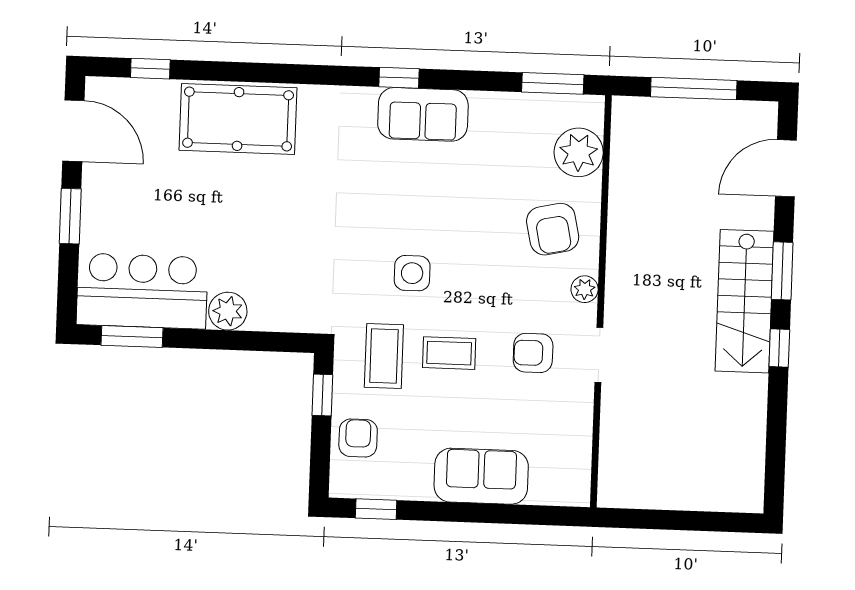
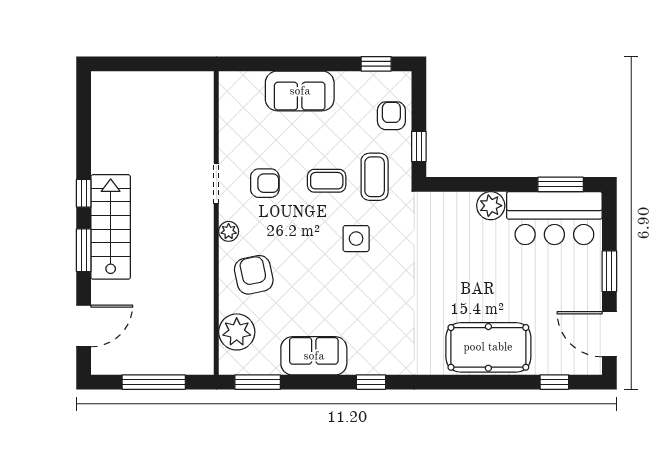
sofa: (423, 114) -> (314, 356), moved
armchair: (358, 438) -> (391, 116), turned 180

